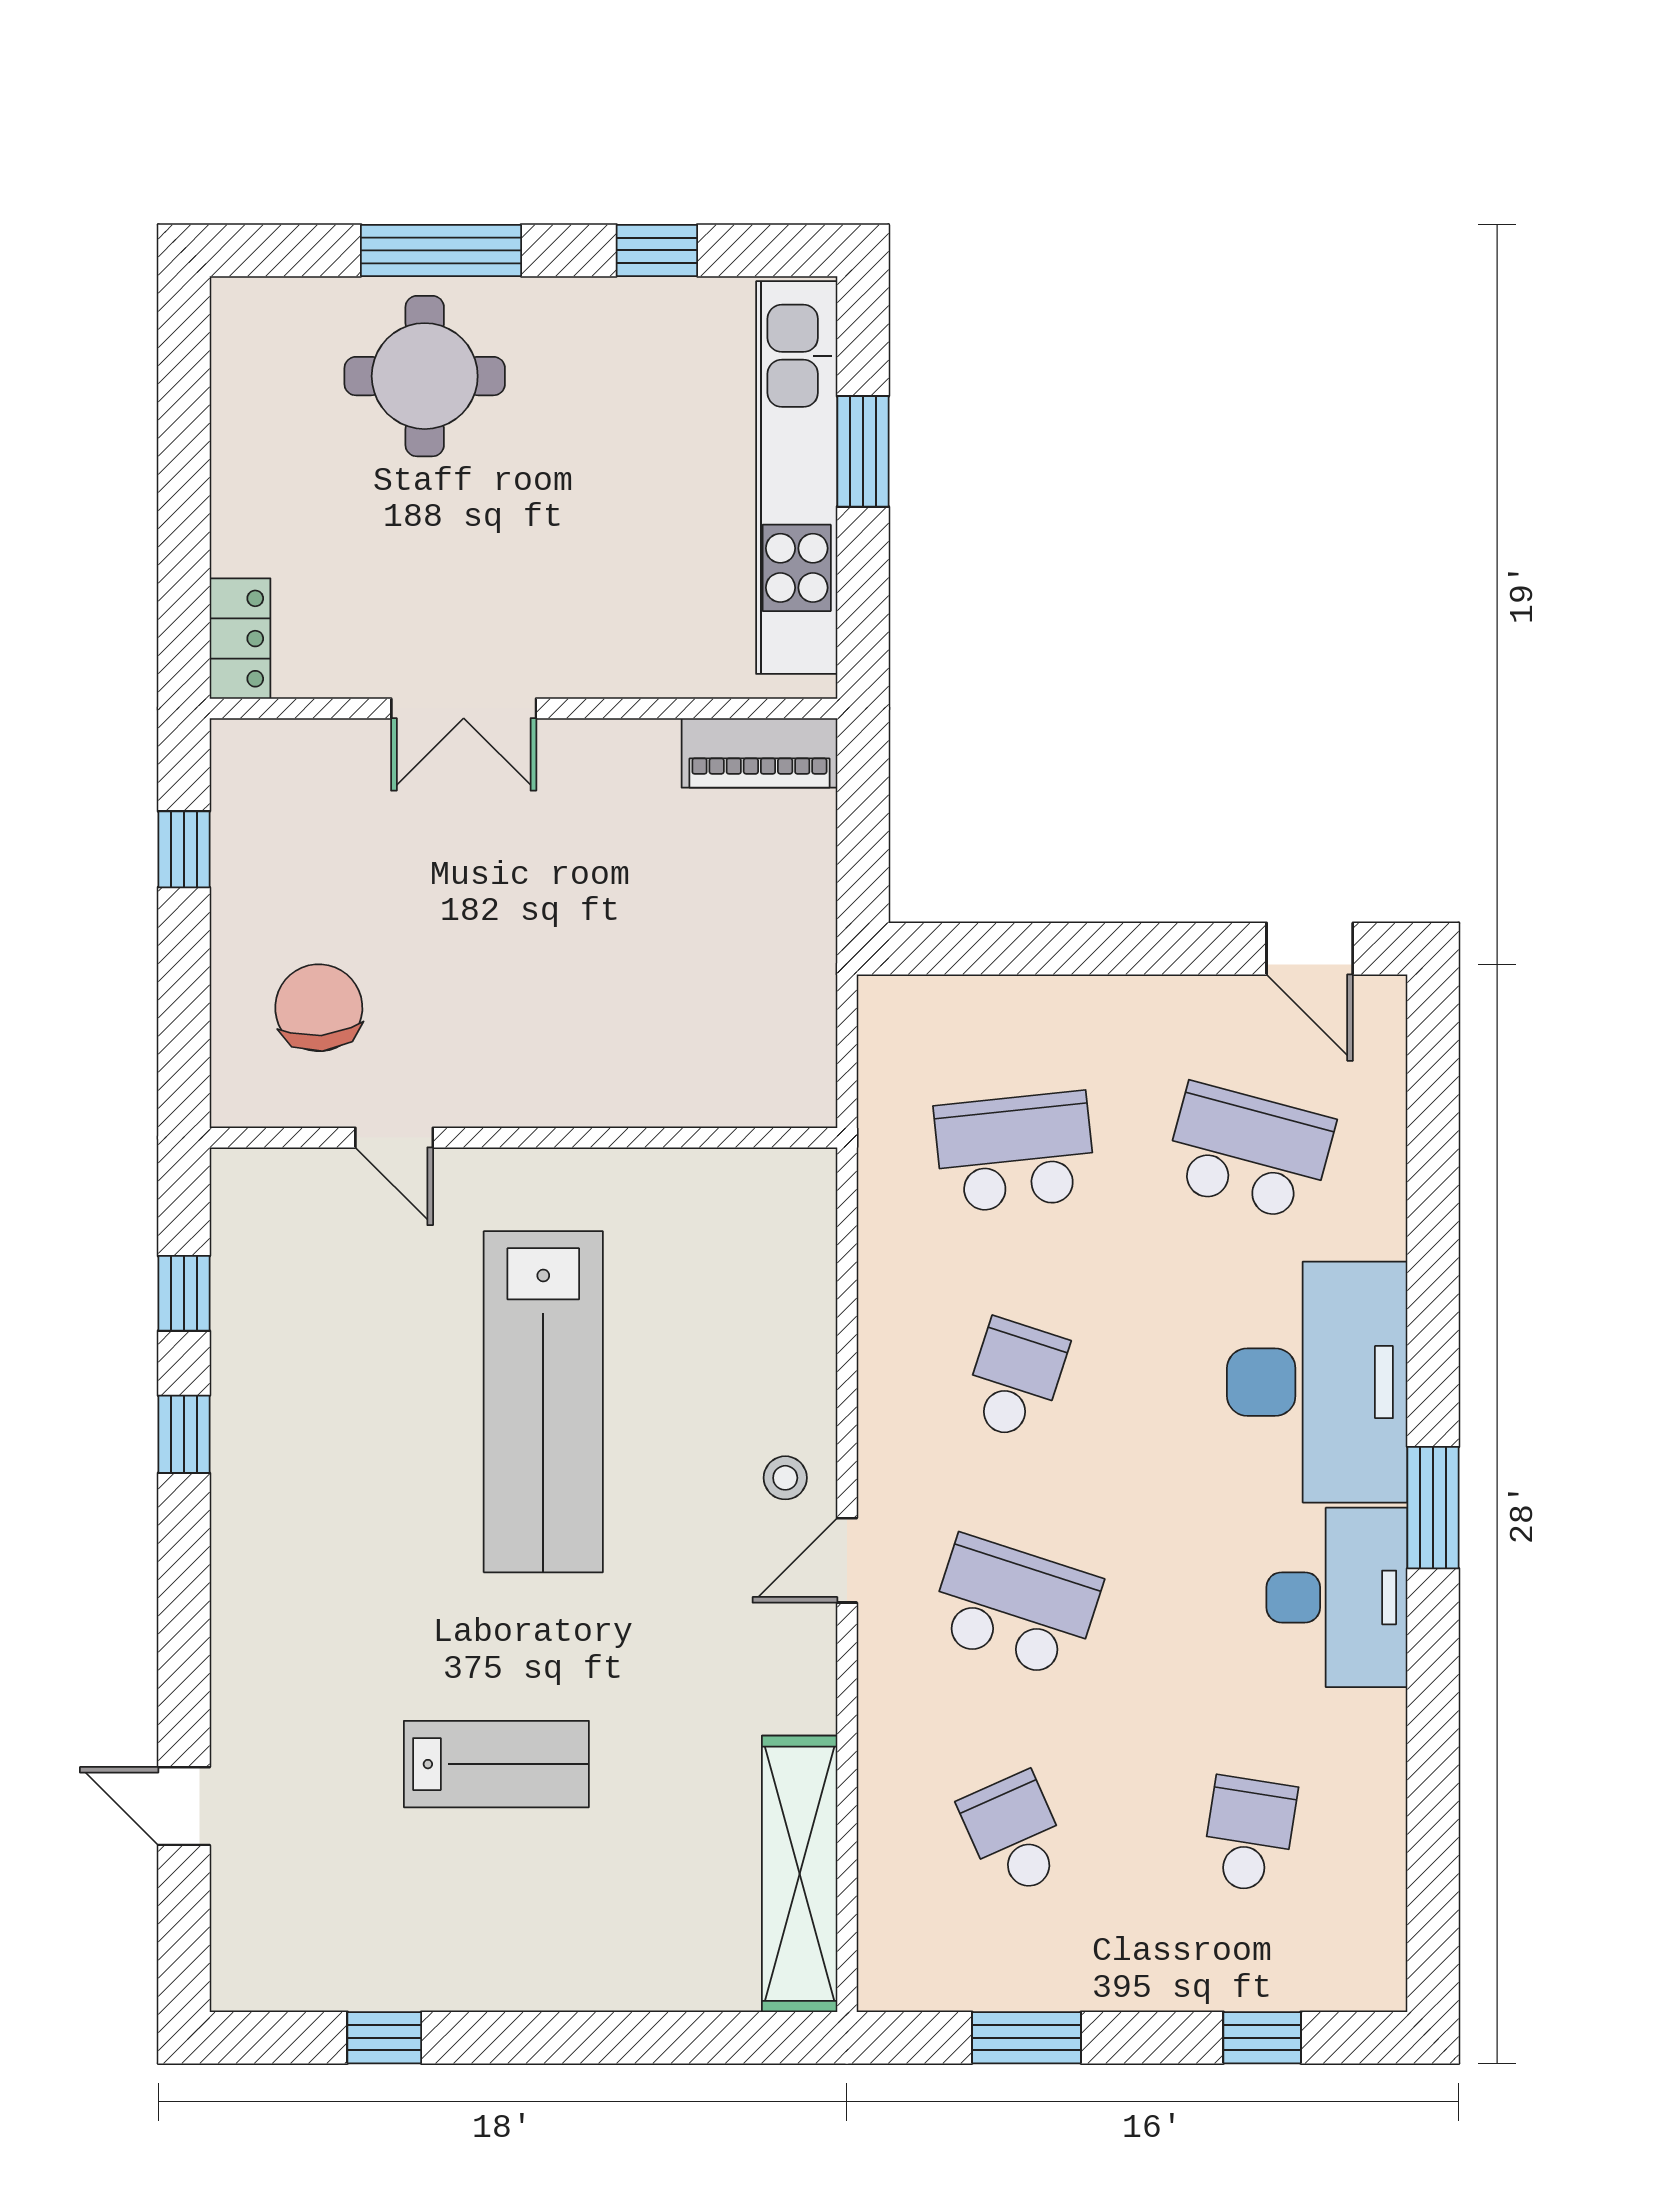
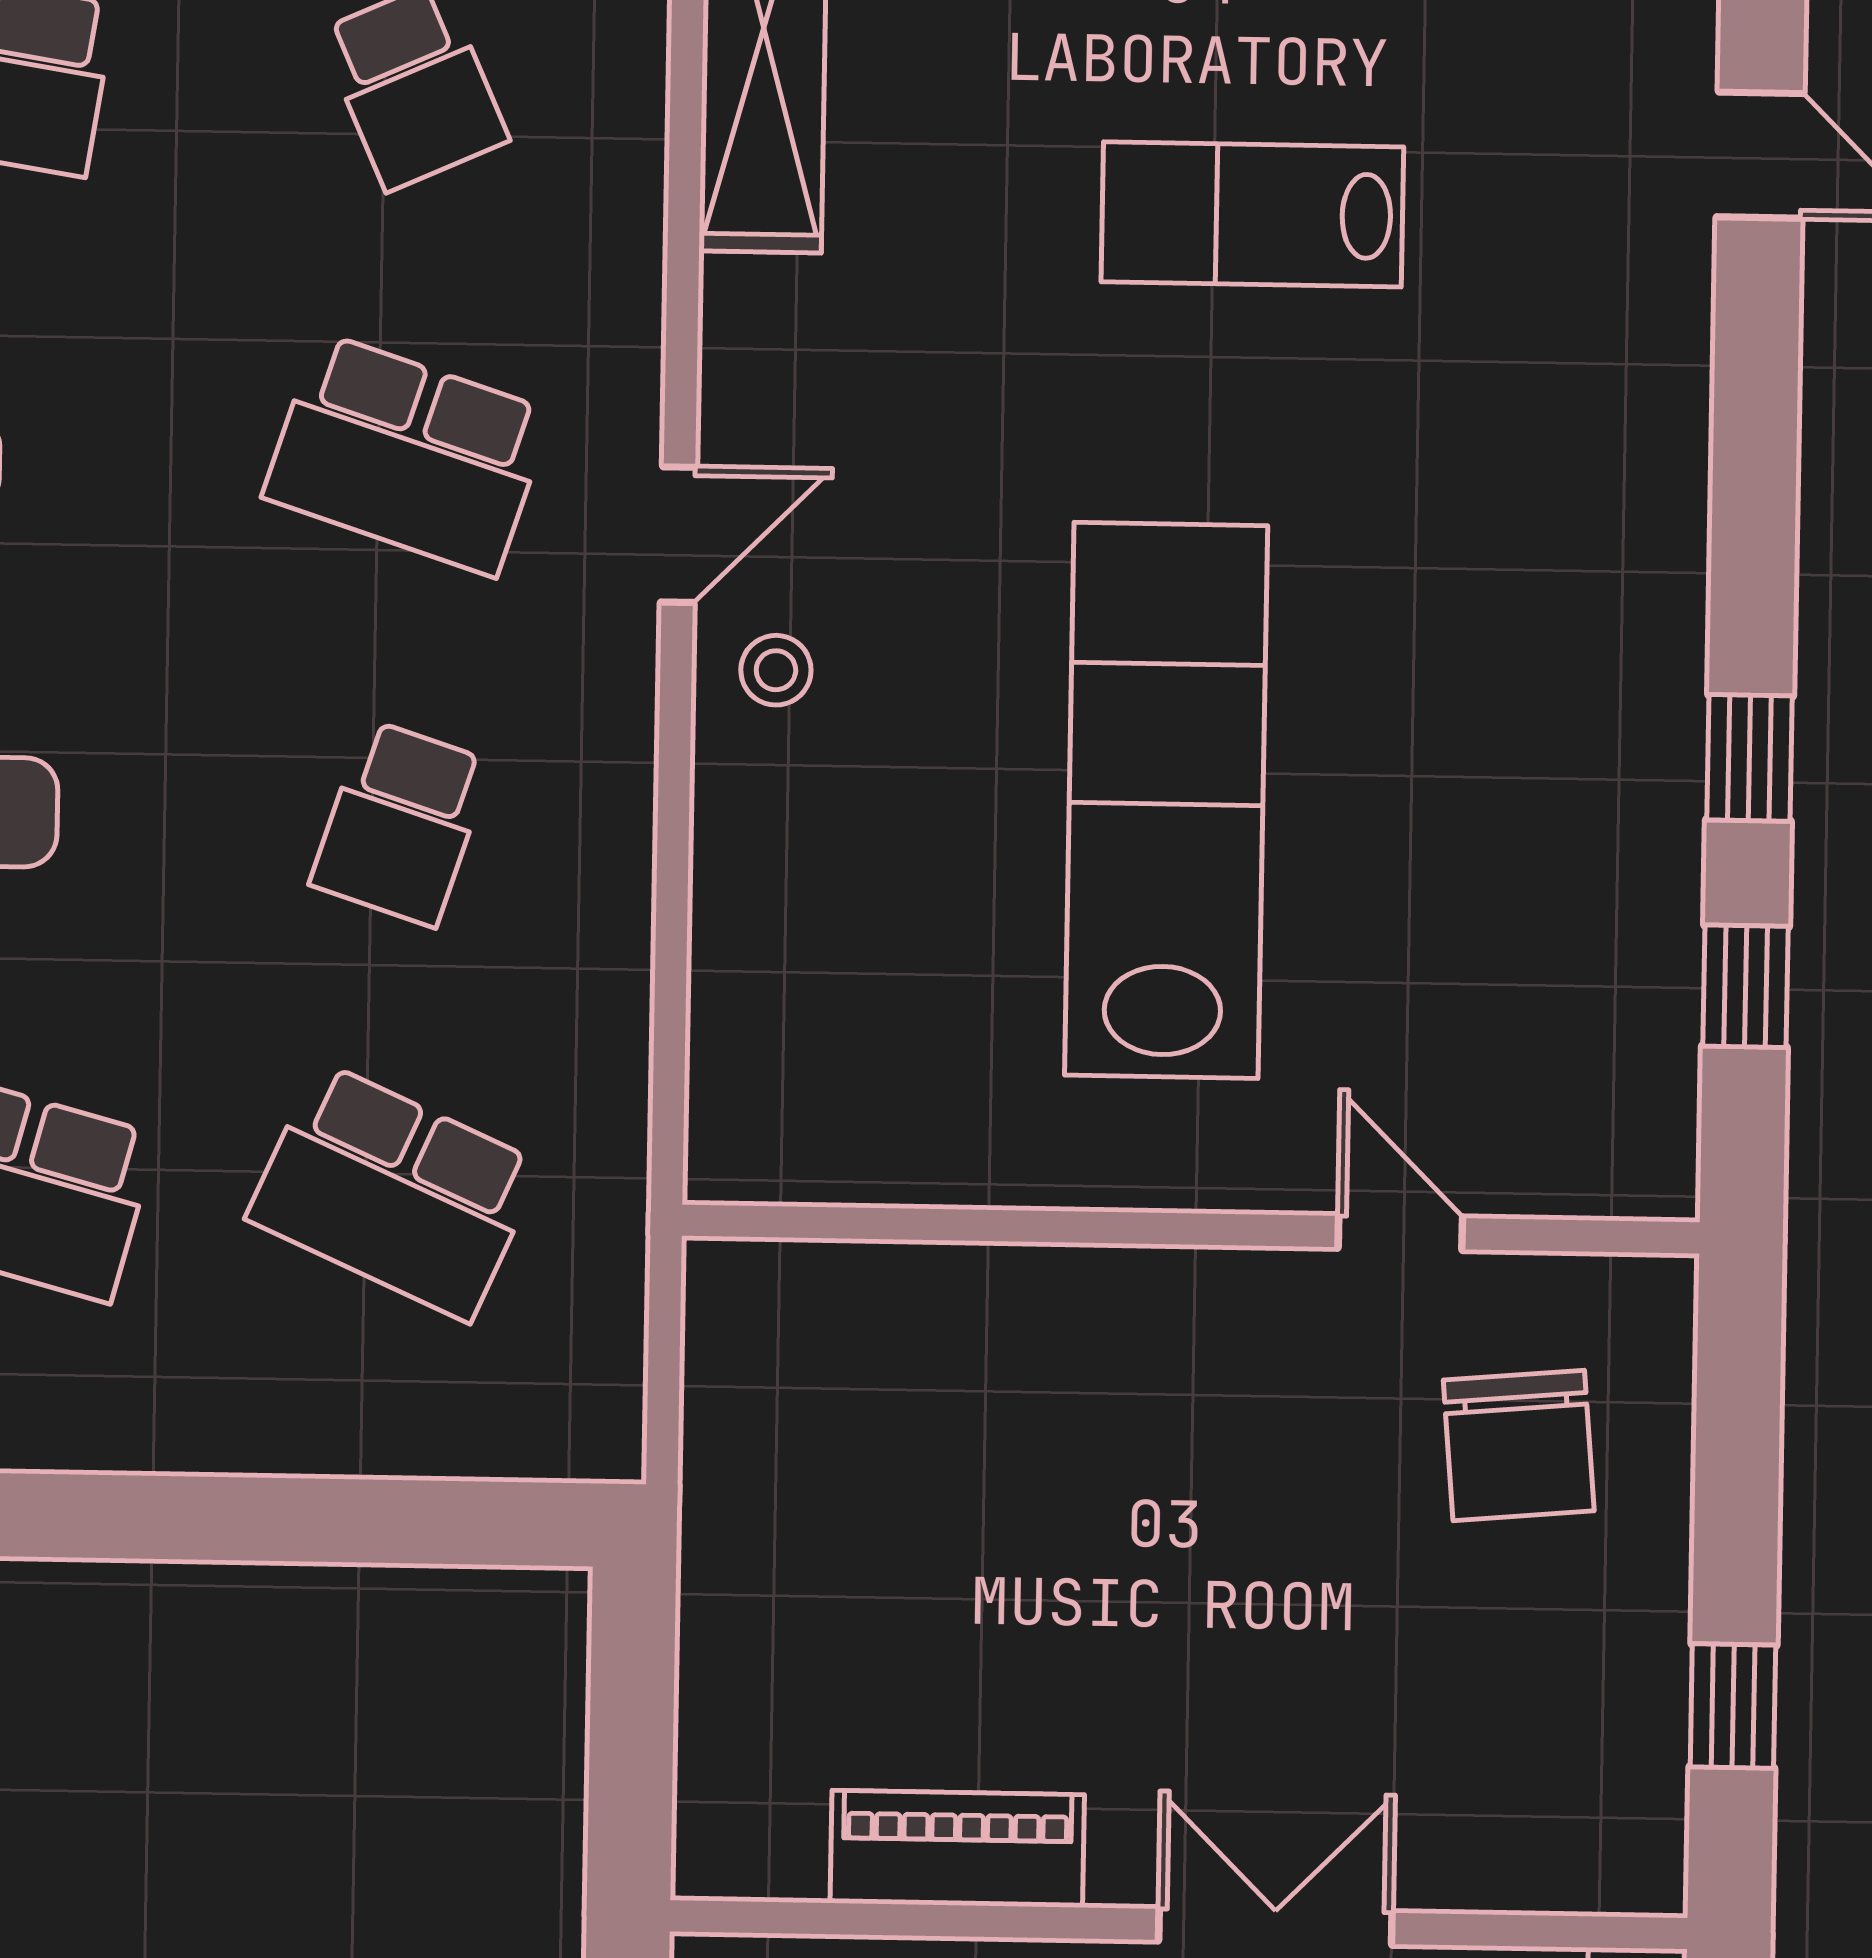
piano: (759, 753) -> (957, 1849), moved
school desk: (1015, 1152) -> (394, 1192), turned 30

